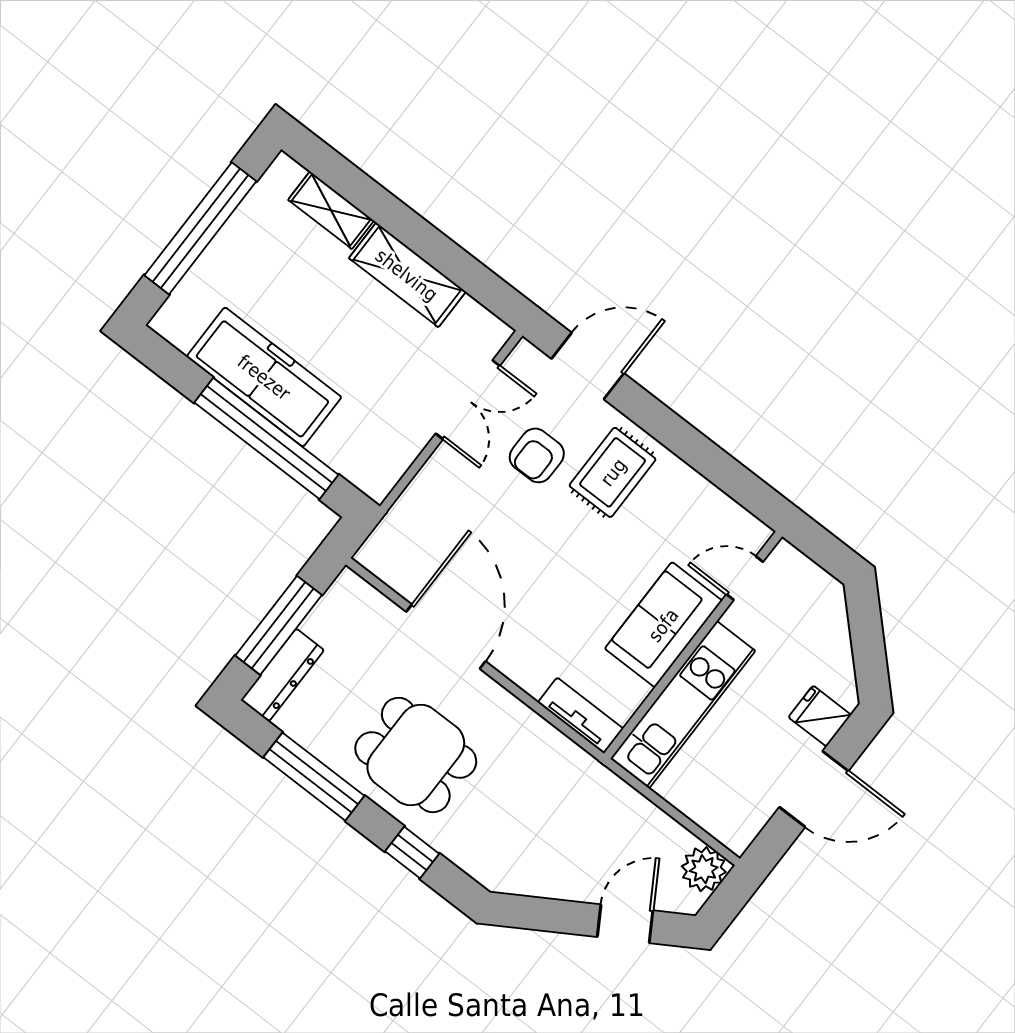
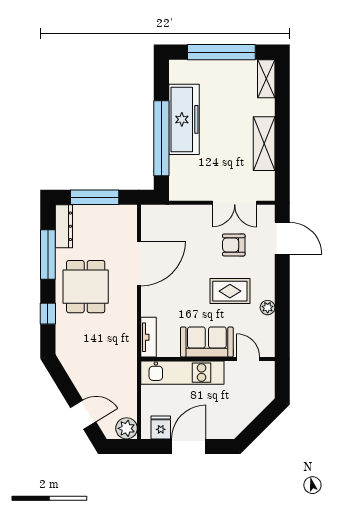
shelving: (331, 210) -> (266, 79), moved
rug: (613, 472) -> (230, 291), moved
plant: (684, 480) -> (268, 308), added
dresser: (282, 675) -> (64, 226), moved, turned -90
fridge: (820, 716) -> (161, 427), moved
door: (814, 789) -> (189, 446), swing flipped

